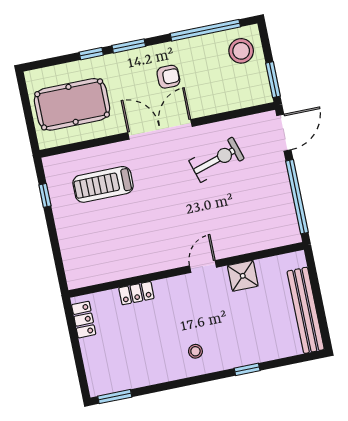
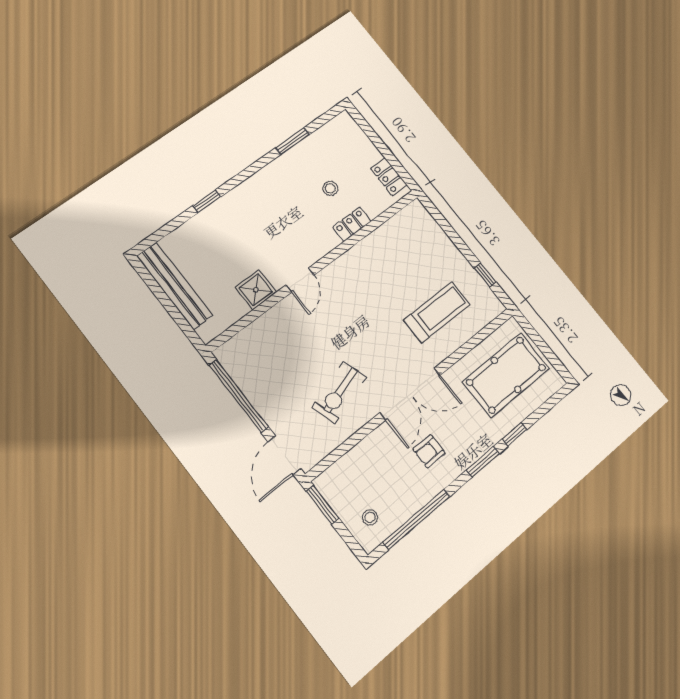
stool: (241, 51) -> (370, 517), width x0.53, depth x0.53
stool: (195, 351) -> (330, 188), moved
window: (115, 397) -> (293, 141), moved

